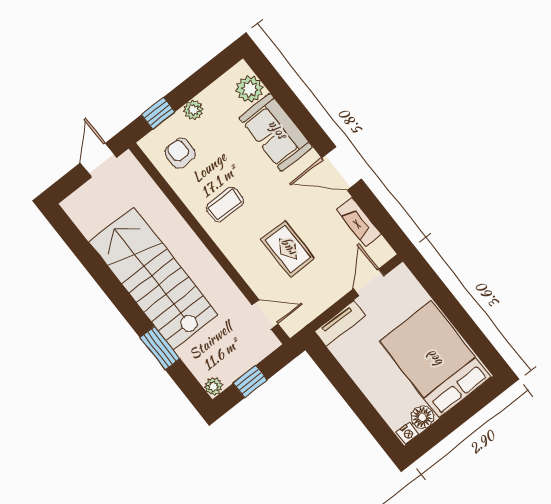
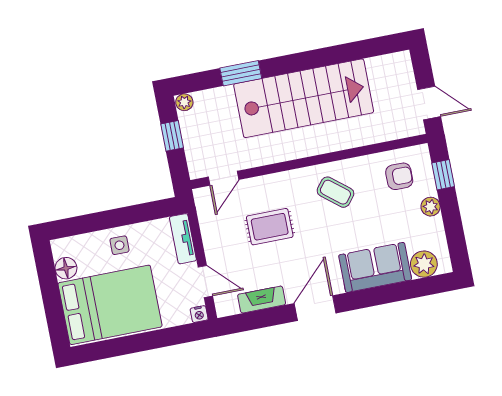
coffee table: (225, 204) -> (335, 192), turned -51
side table: (376, 379) -> (119, 245), added
nightstand: (408, 433) -> (199, 314), moved, turned -90

